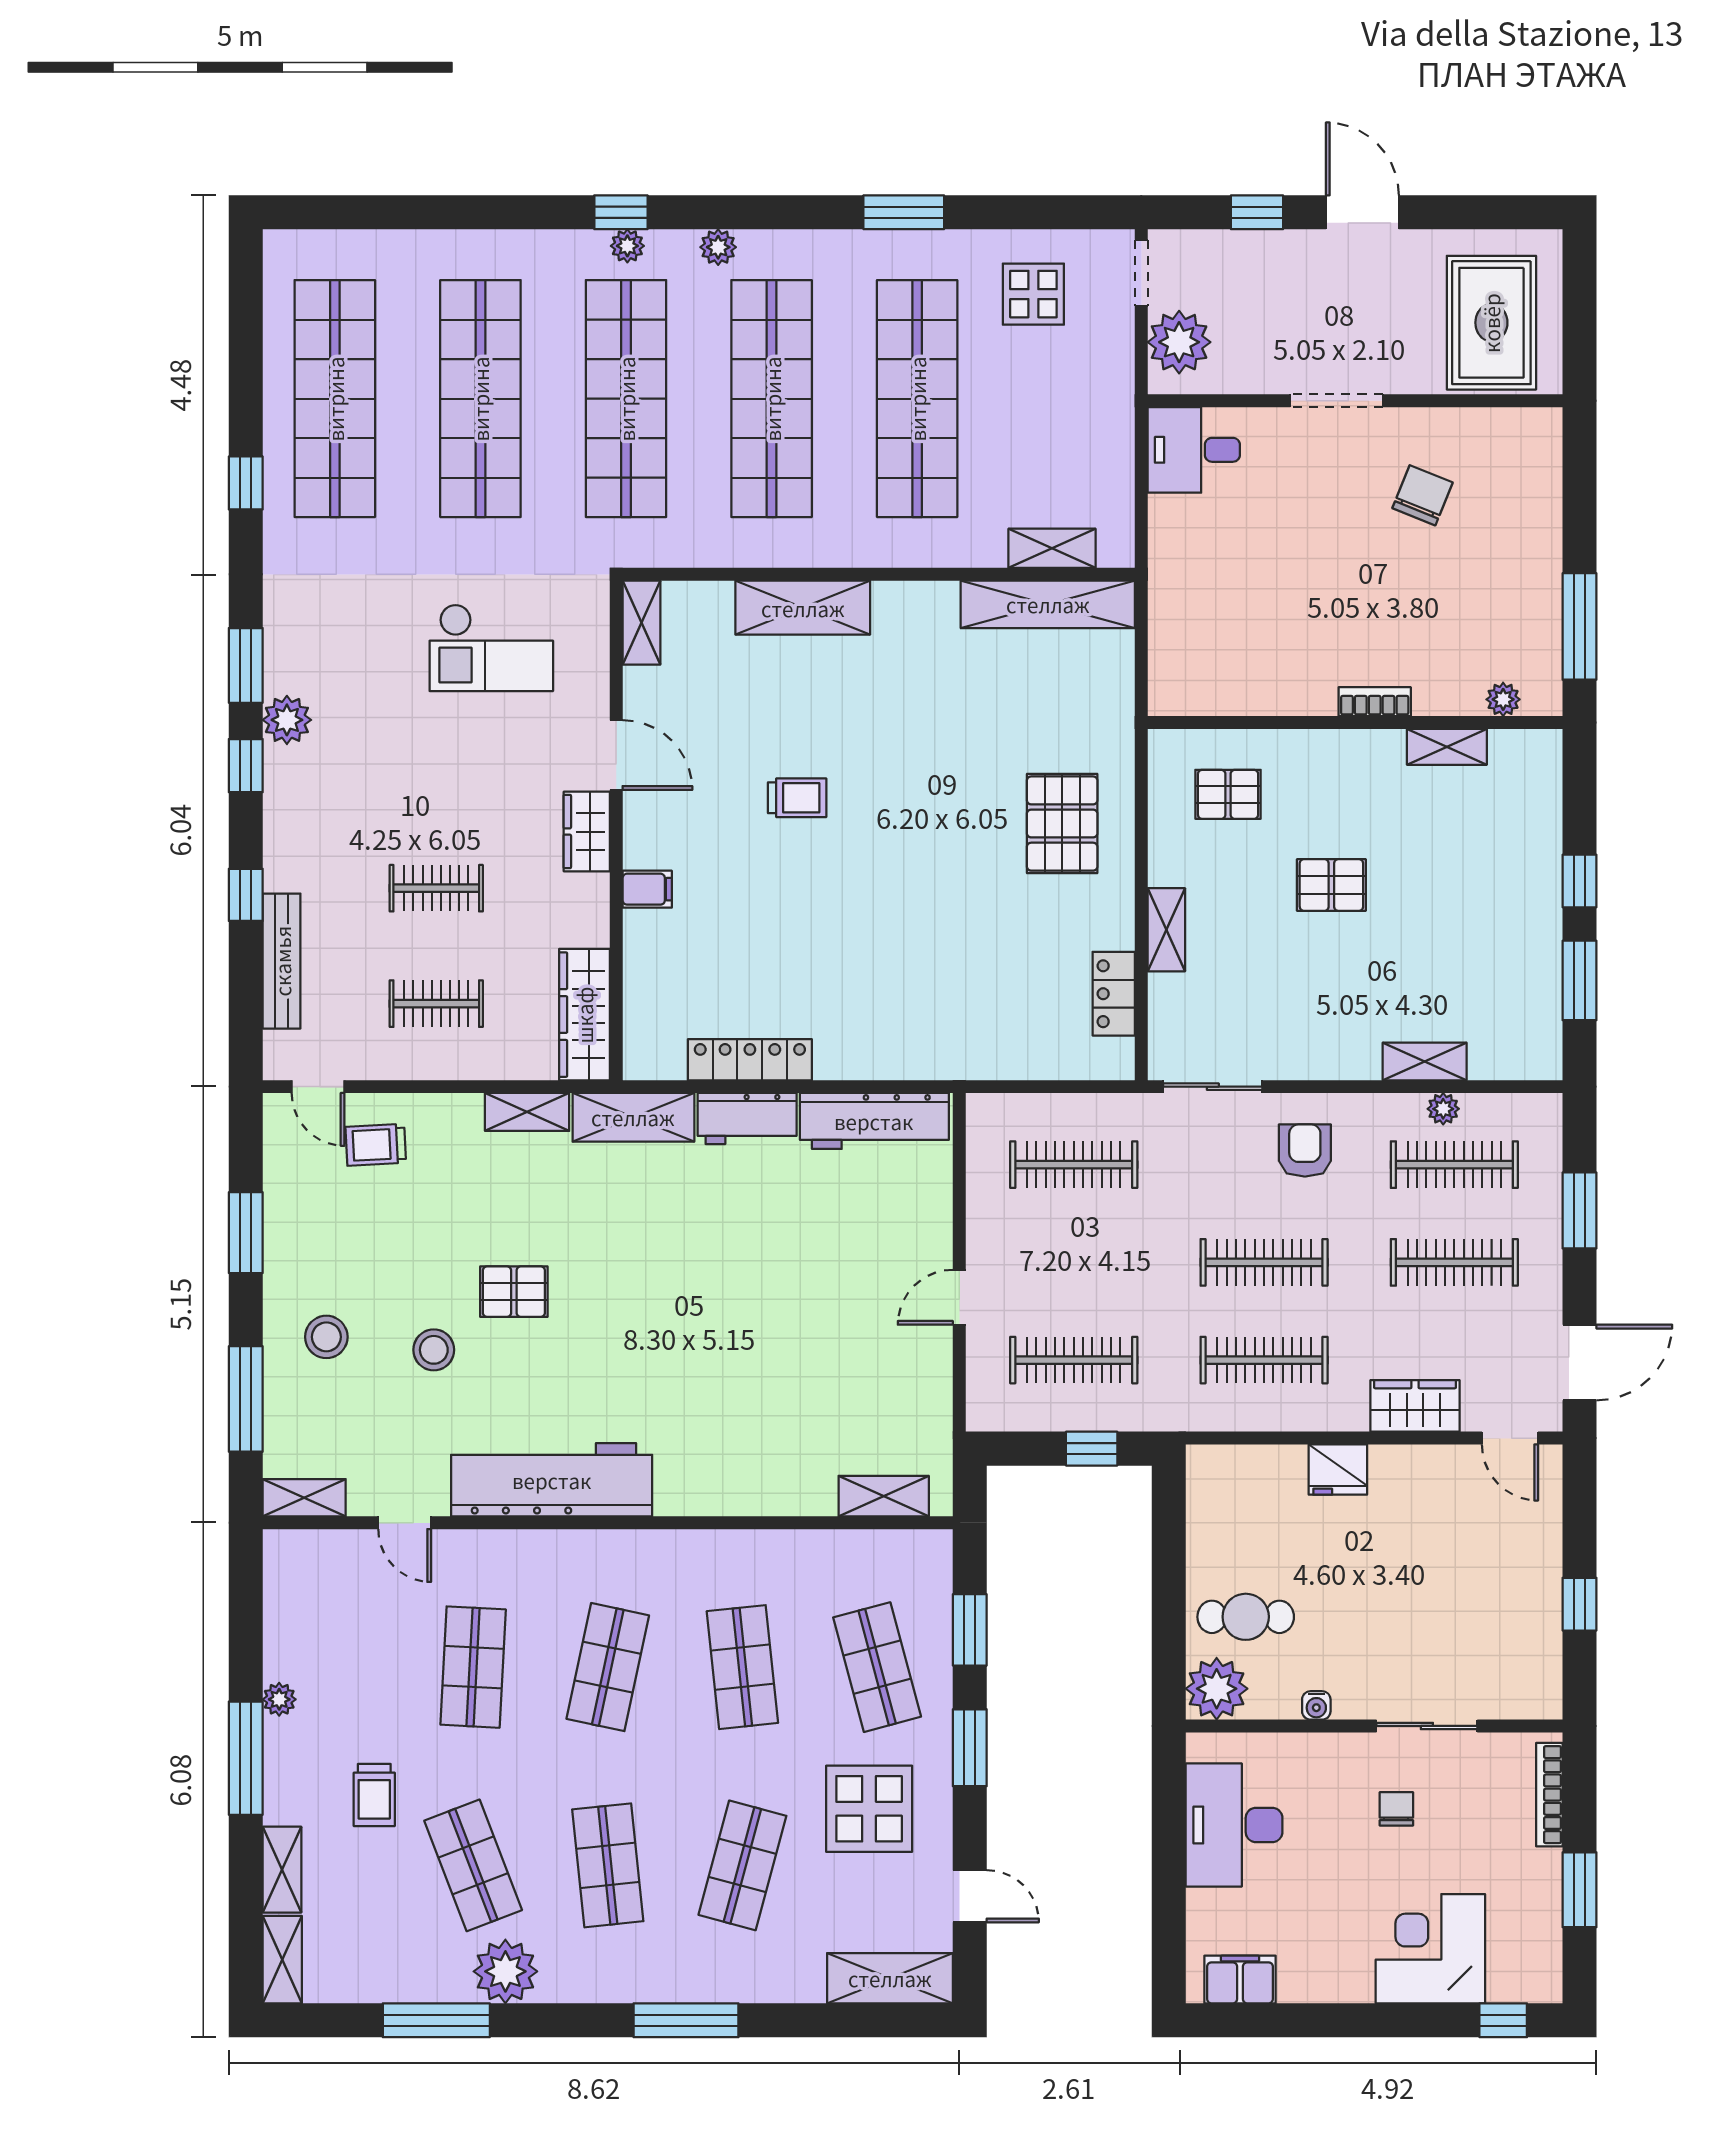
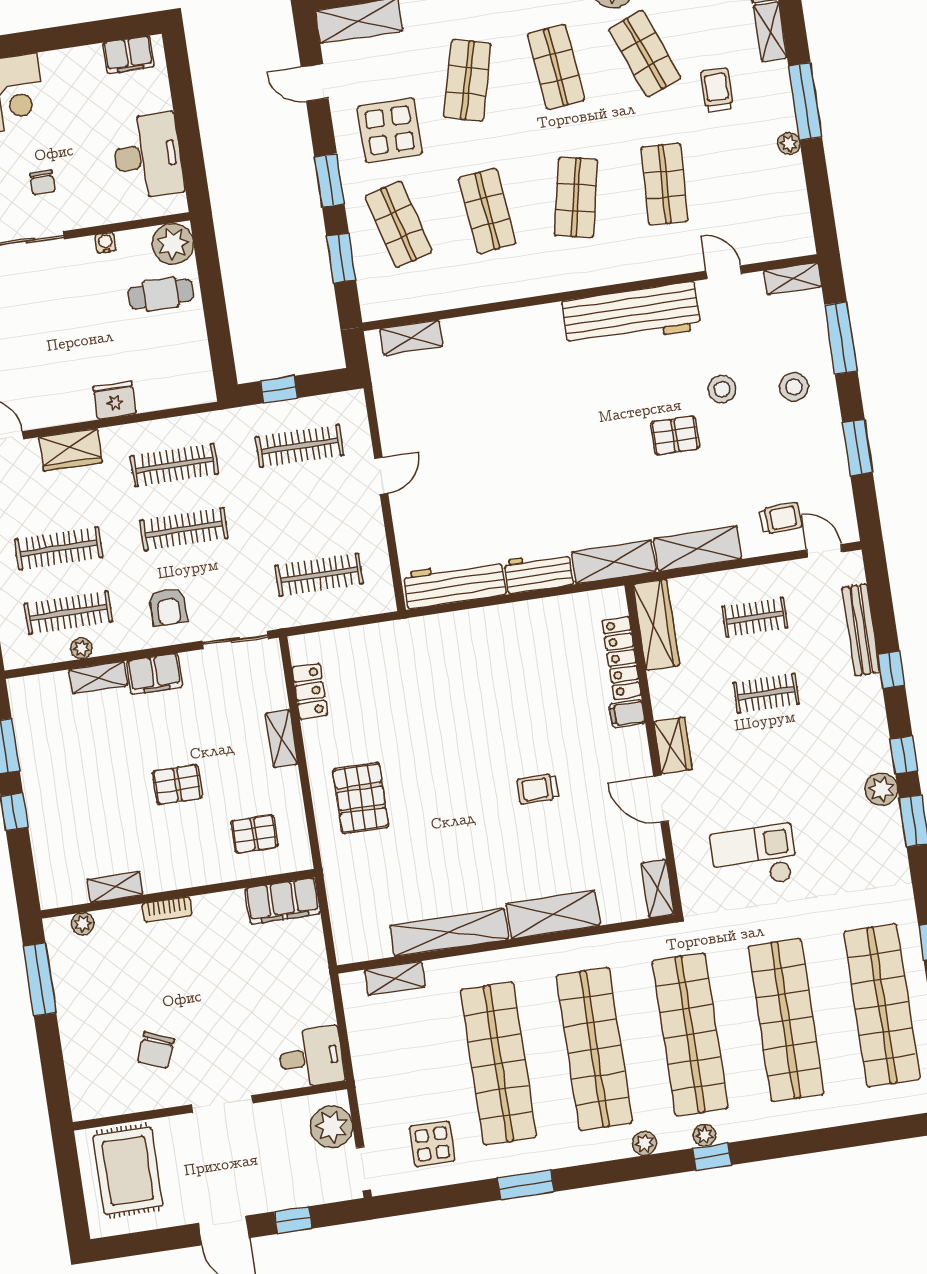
shelving: (1048, 604) -> (449, 932), moved
filing cabinet: (1201, 688) -> (283, 901), added
filing cabinet: (1340, 1054) -> (154, 674), added
locker: (750, 1060) -> (622, 658), moved, turned 90
shelving: (527, 1112) -> (697, 549), width x1.50, depth x1.33

